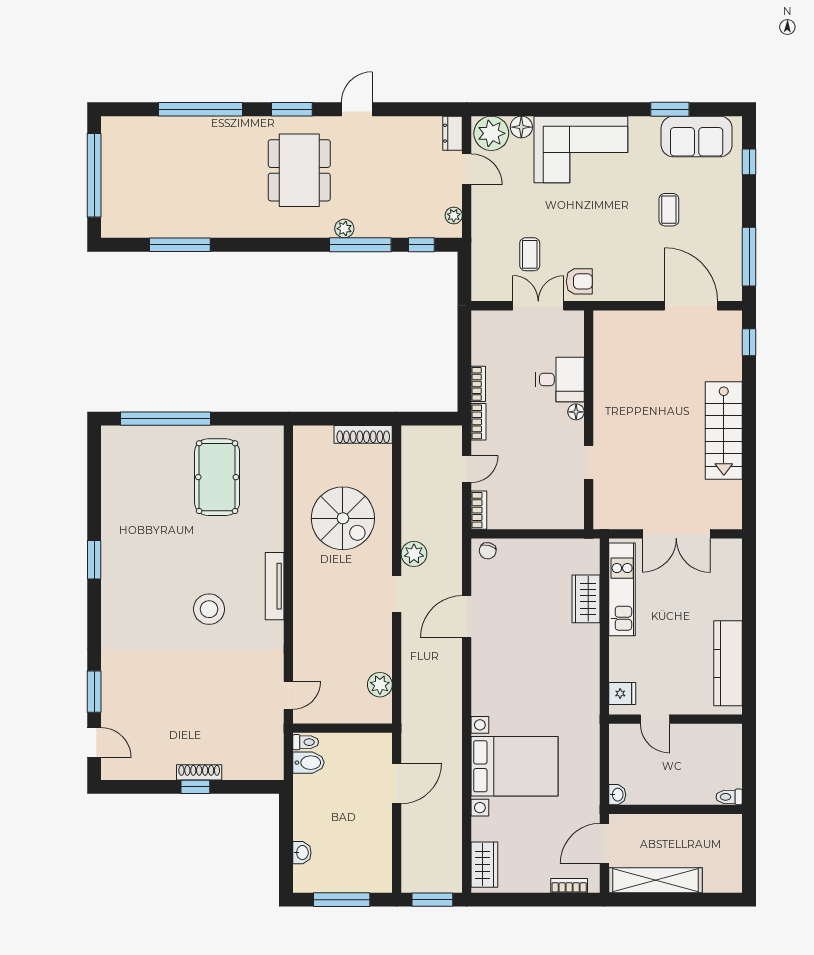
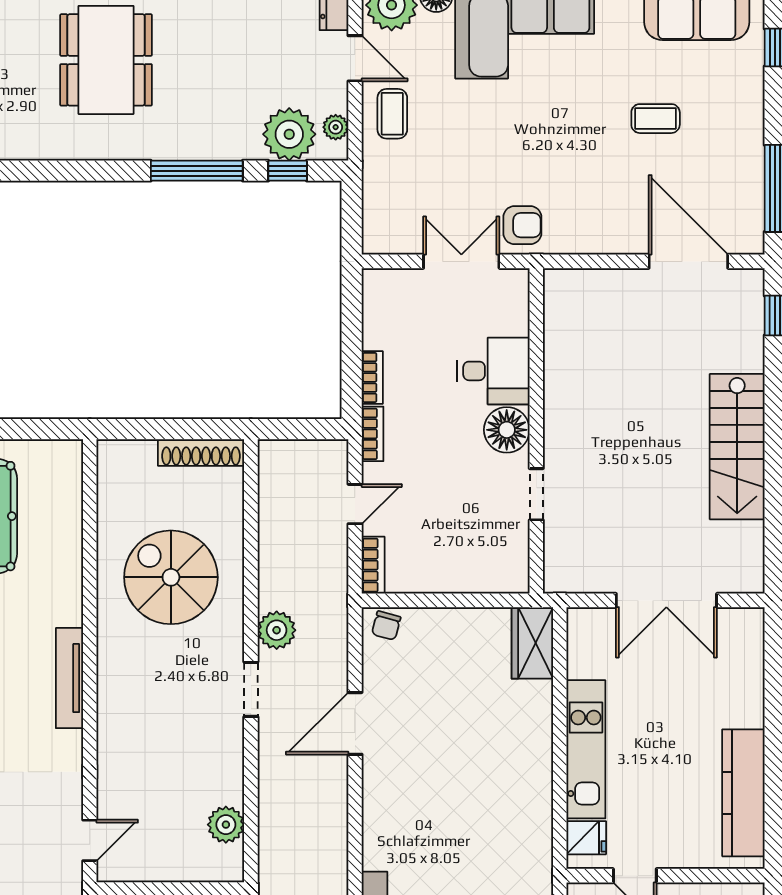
coffee table: (669, 210) -> (656, 119), turned 90
plant: (344, 229) -> (289, 134), moved, width x1.88, depth x1.88
coffee table: (530, 254) -> (392, 114), moved
floor lamp: (576, 412) -> (507, 430), width x1.89, depth x1.89
spiral stairs: (343, 518) -> (171, 577), turned 180
kitchen unit: (622, 589) -> (586, 749), moved
wardrobe: (586, 599) -> (532, 643), moved

